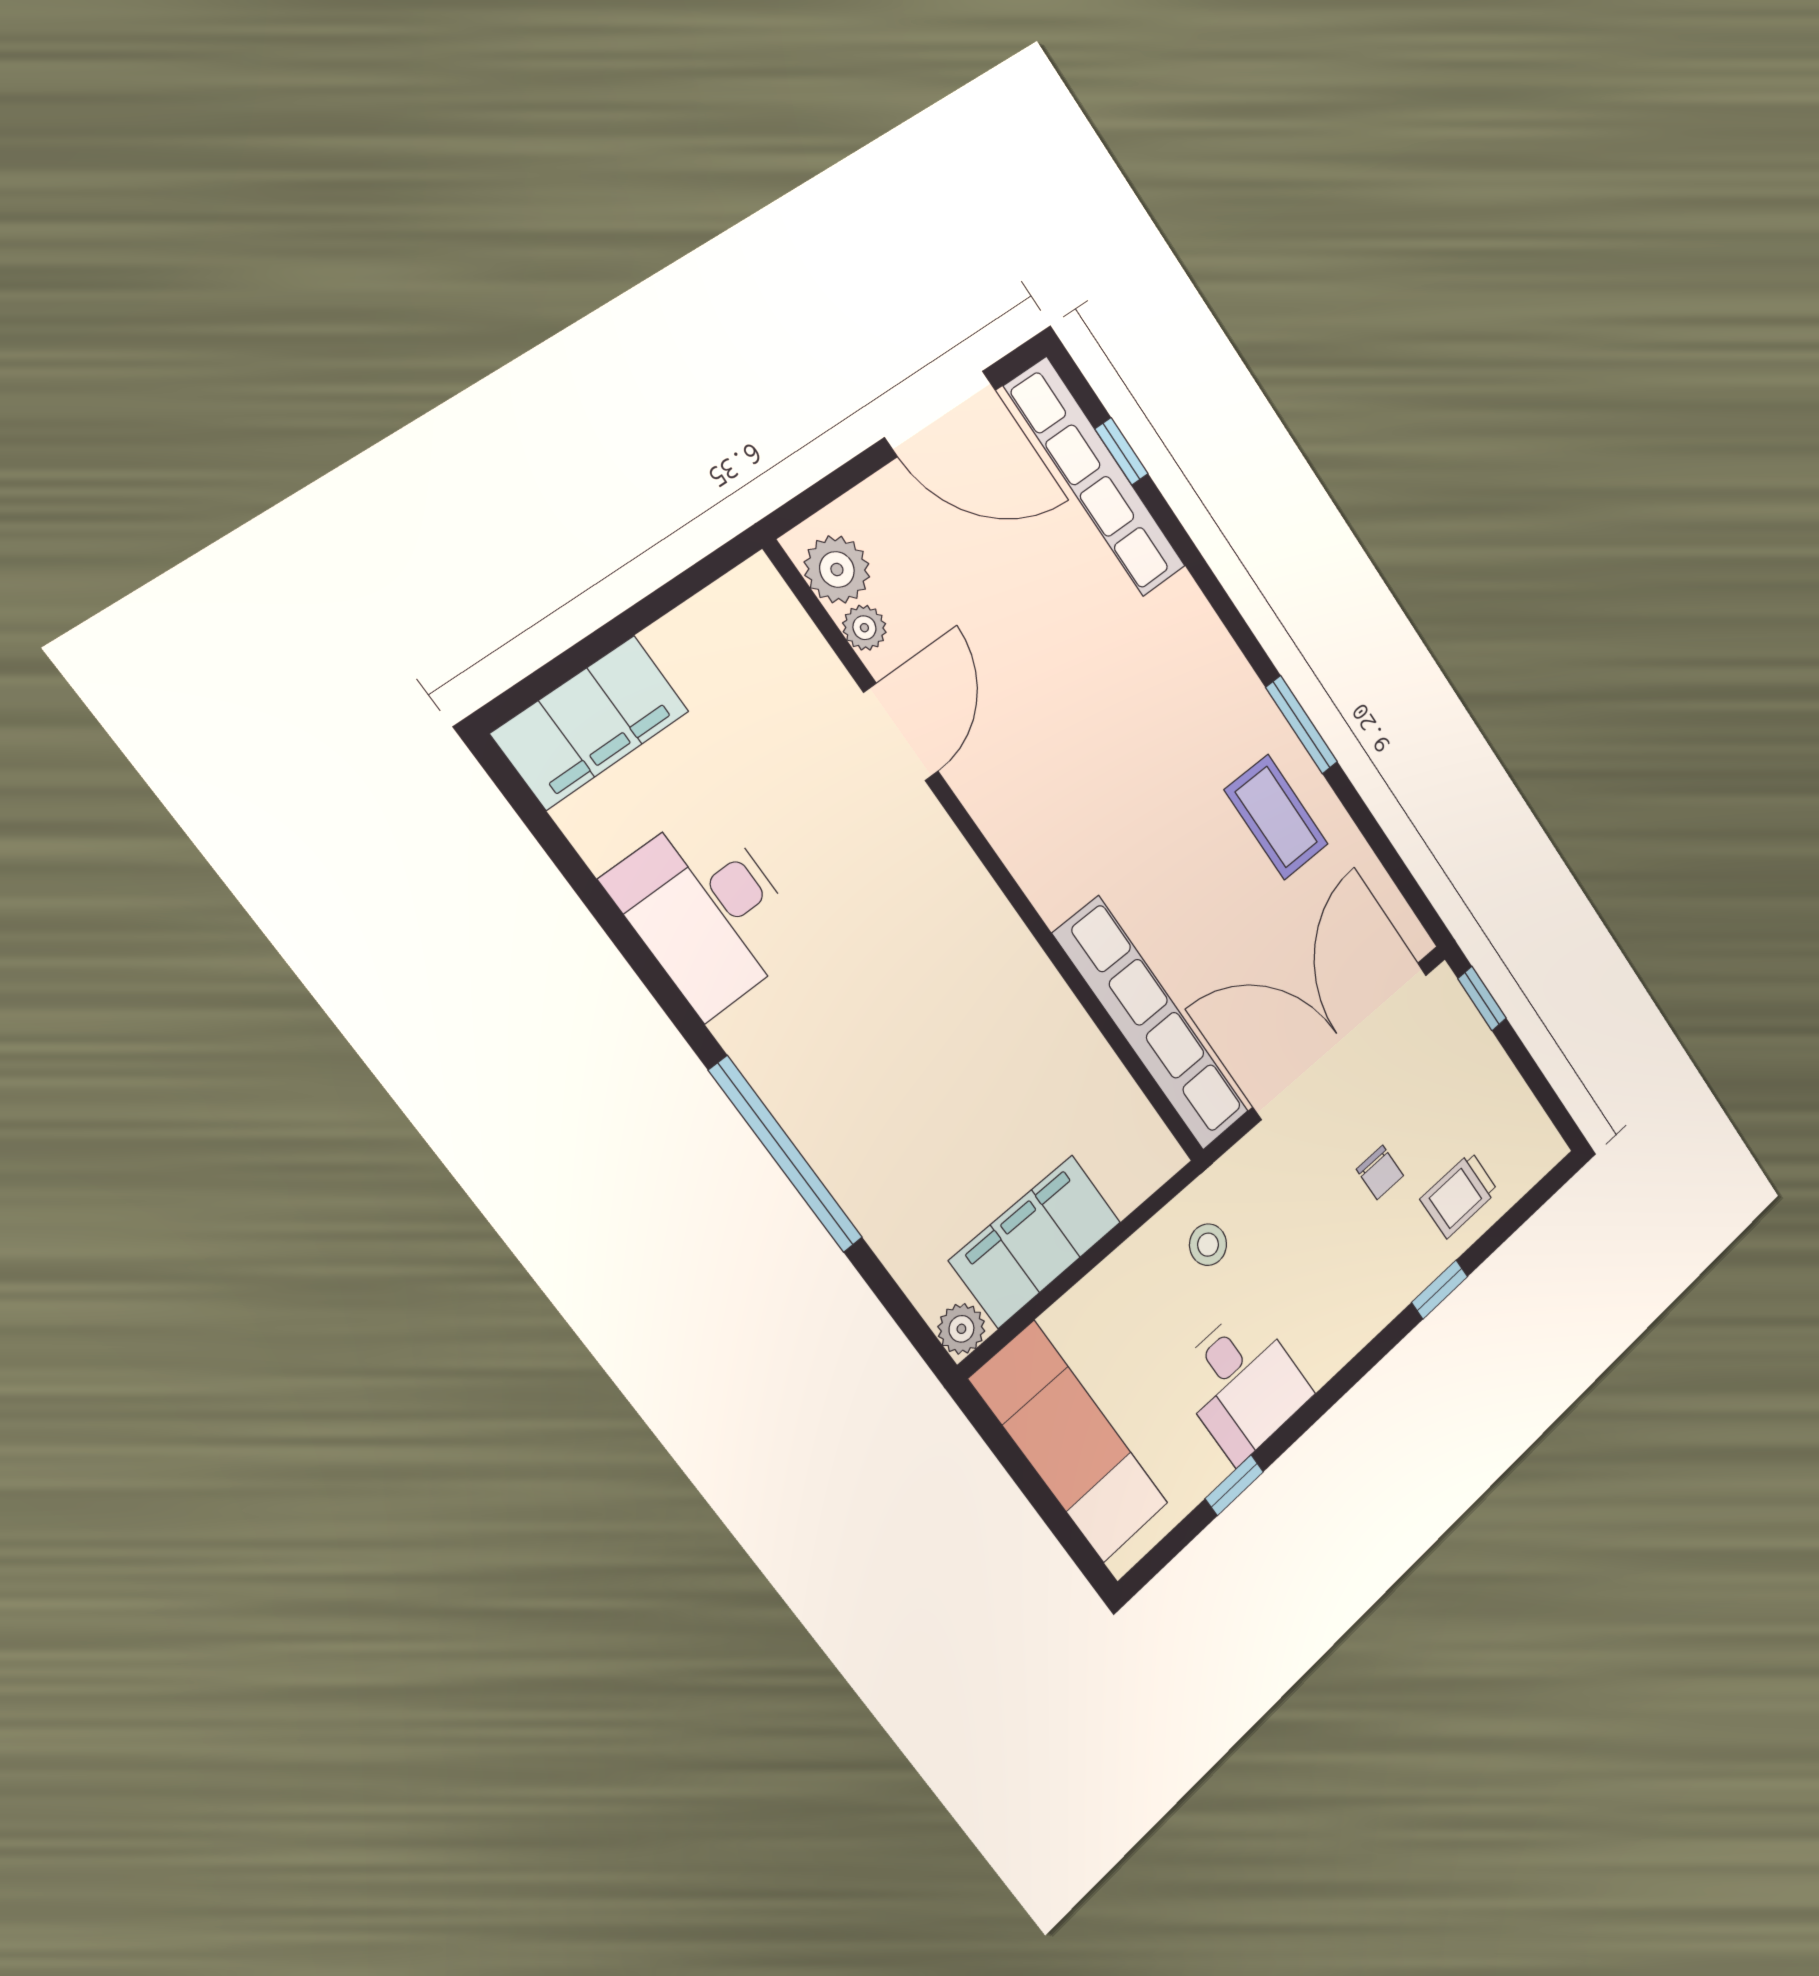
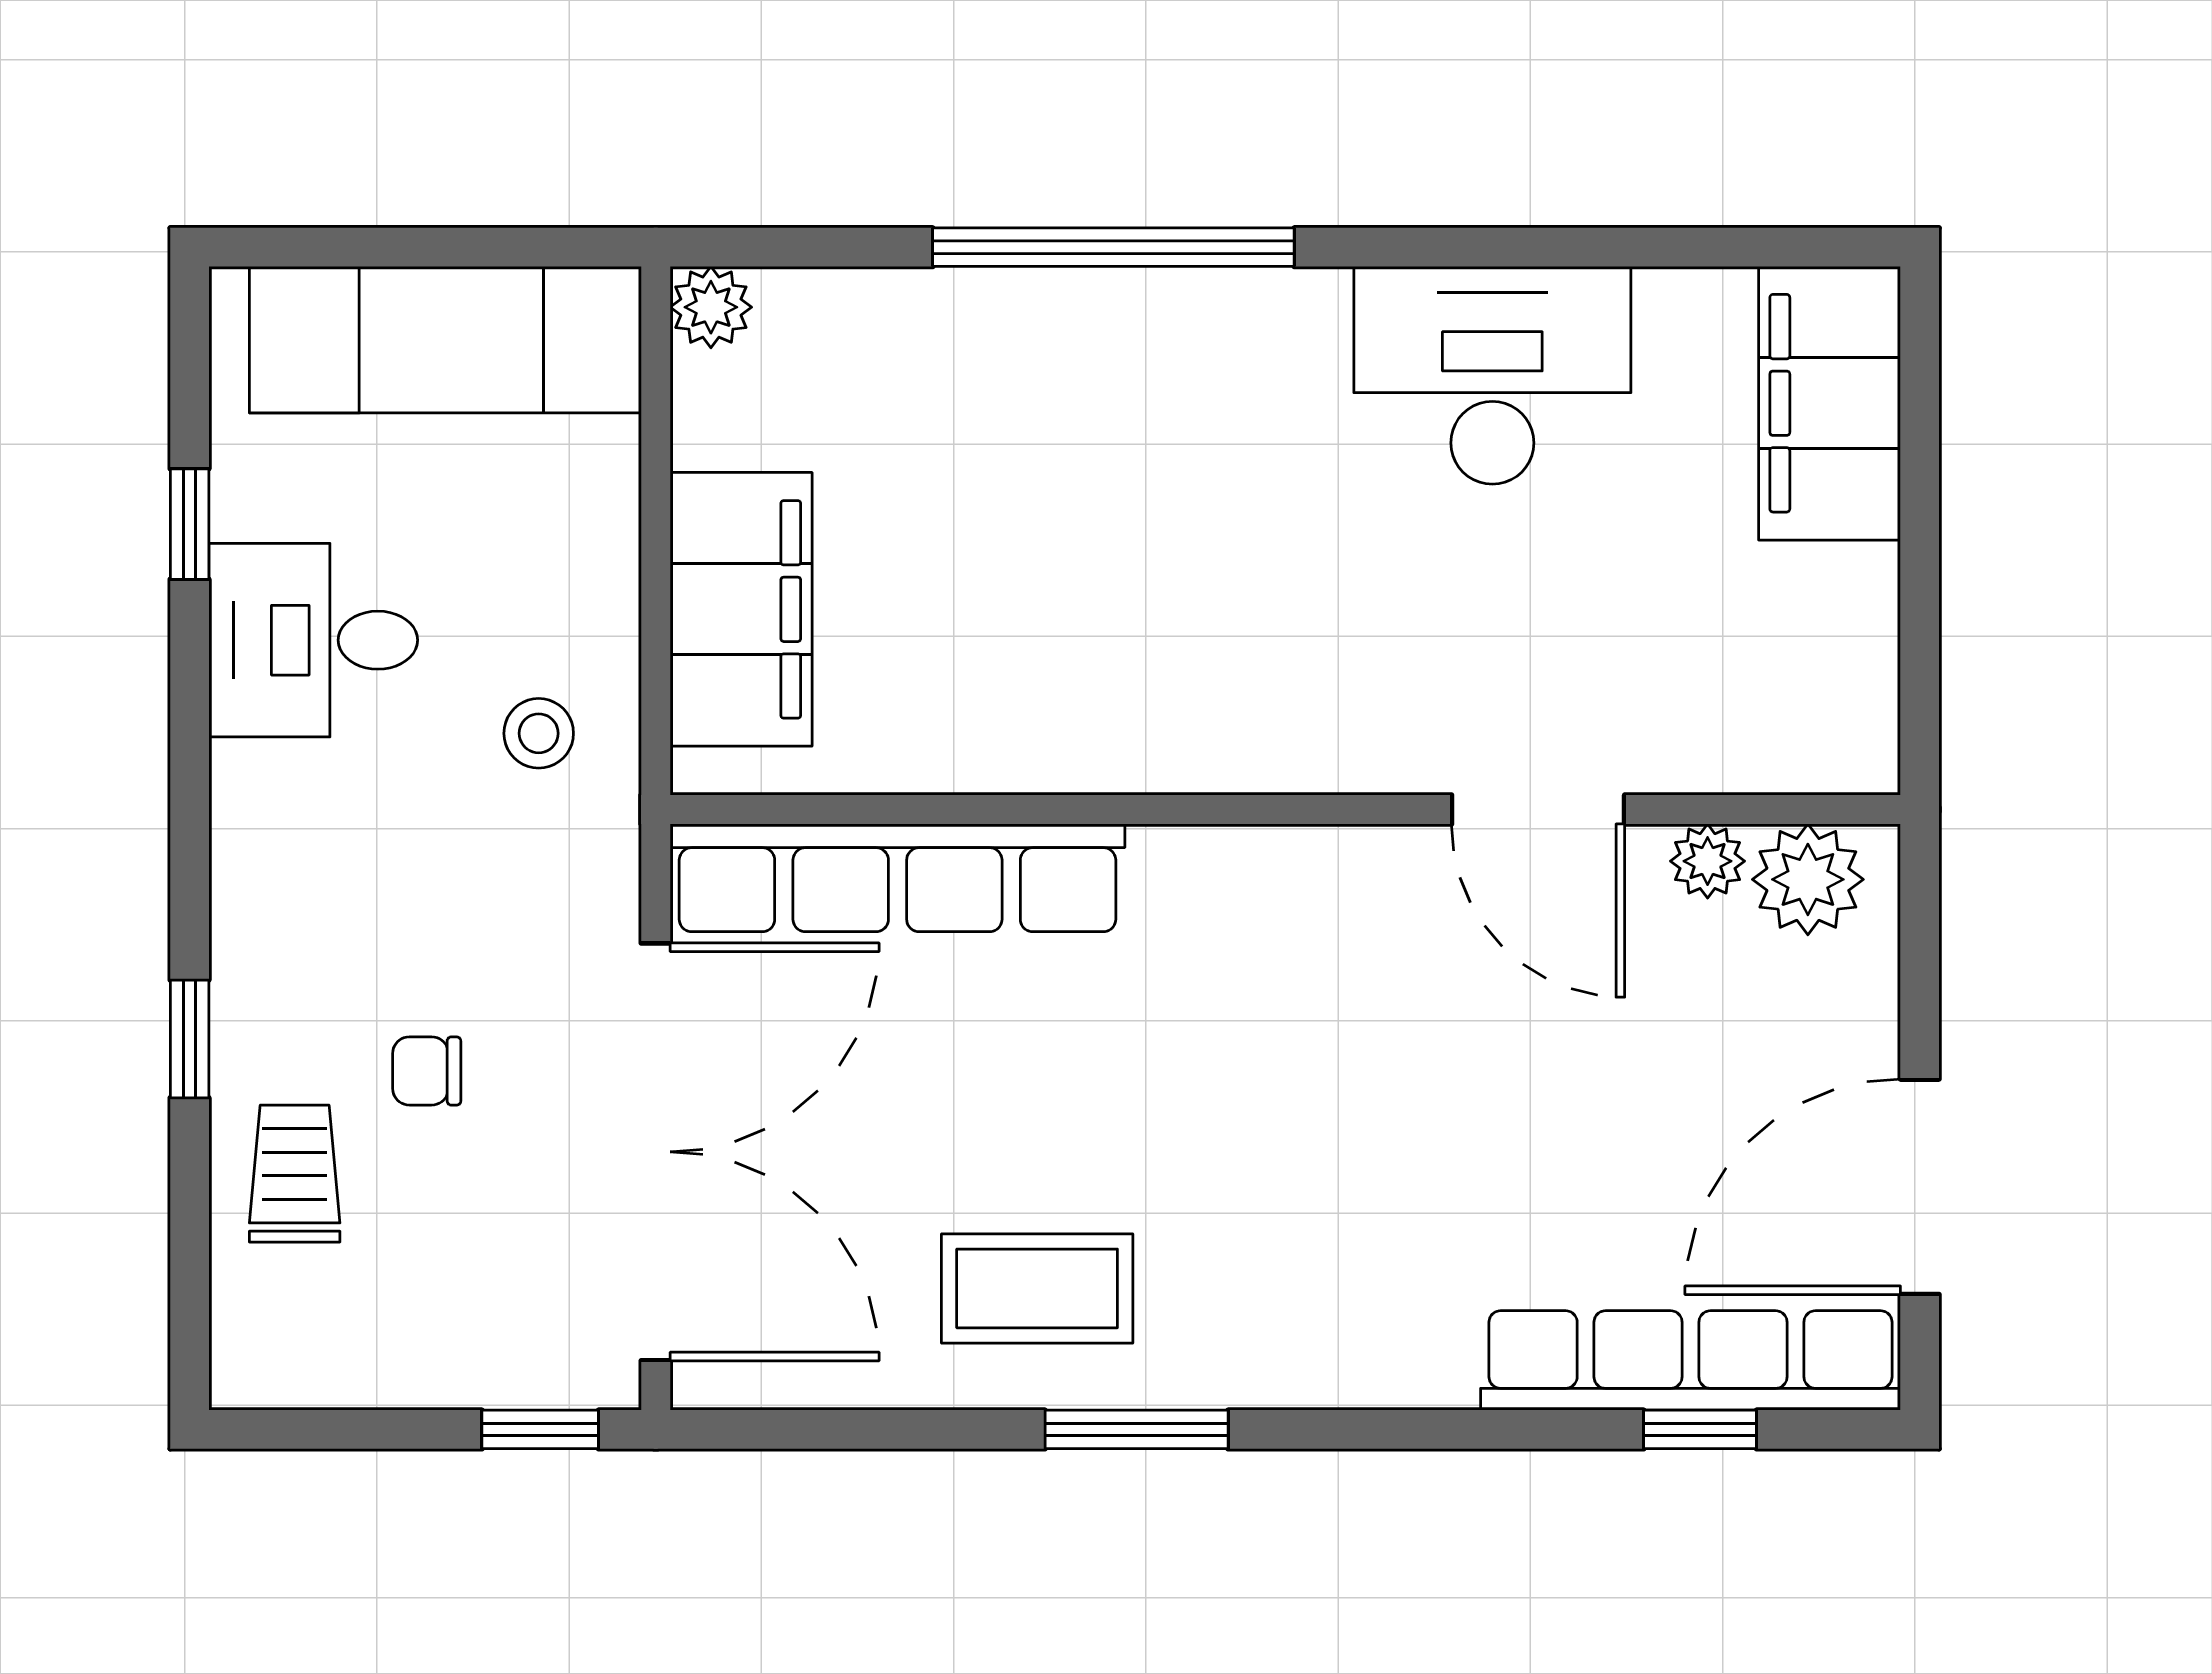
filing cabinet: (1035, 1241) -> (741, 609), moved

